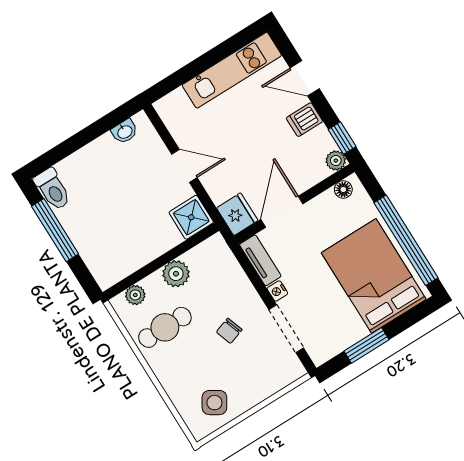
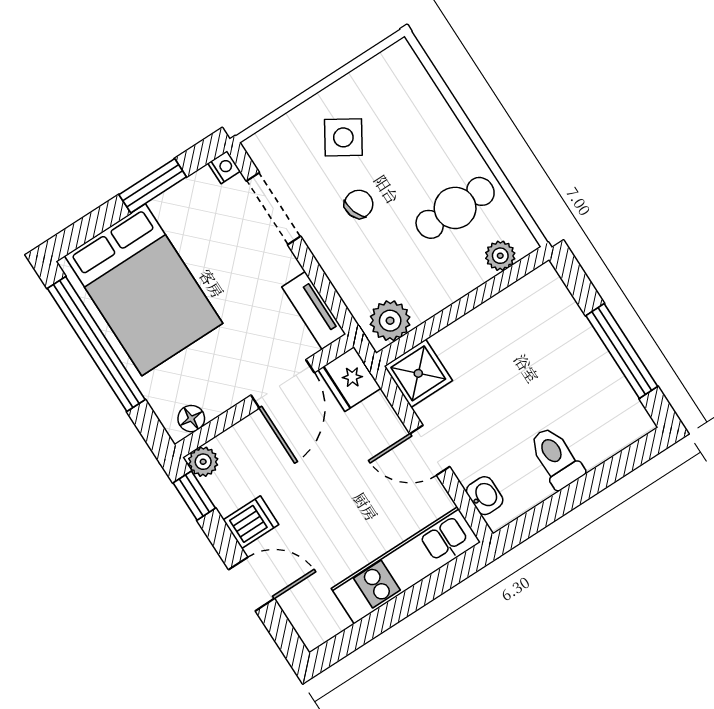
kitchen unit: (232, 70) -> (406, 565), moved
washbasin: (125, 132) -> (485, 496), moved, turned 90
toilet: (53, 189) -> (556, 458), moved
plant: (176, 274) -> (390, 321), moved
nightstand: (277, 291) -> (224, 167), moved
side table: (214, 403) -> (343, 137), moved

